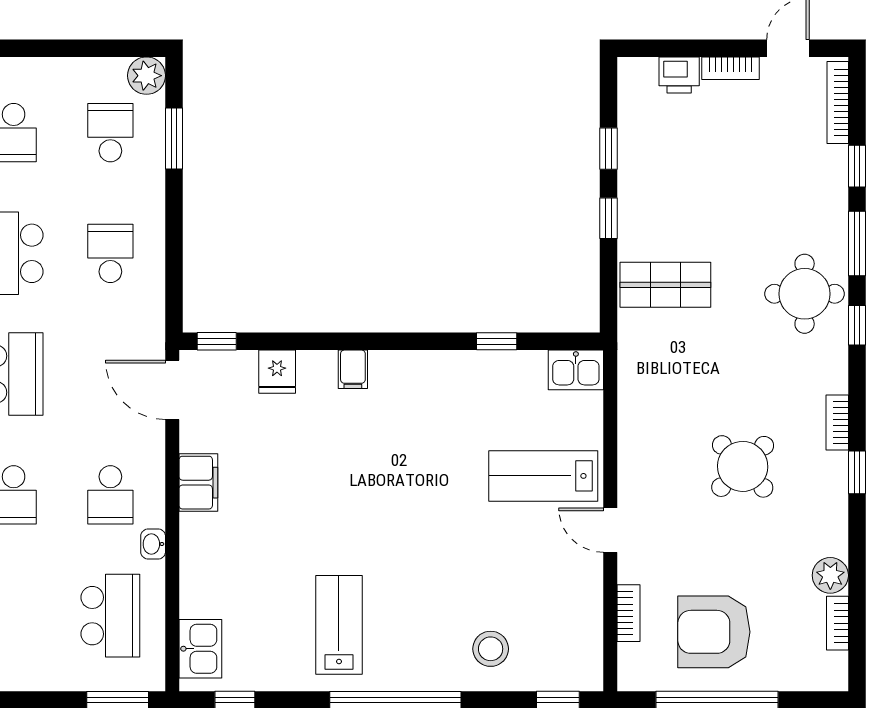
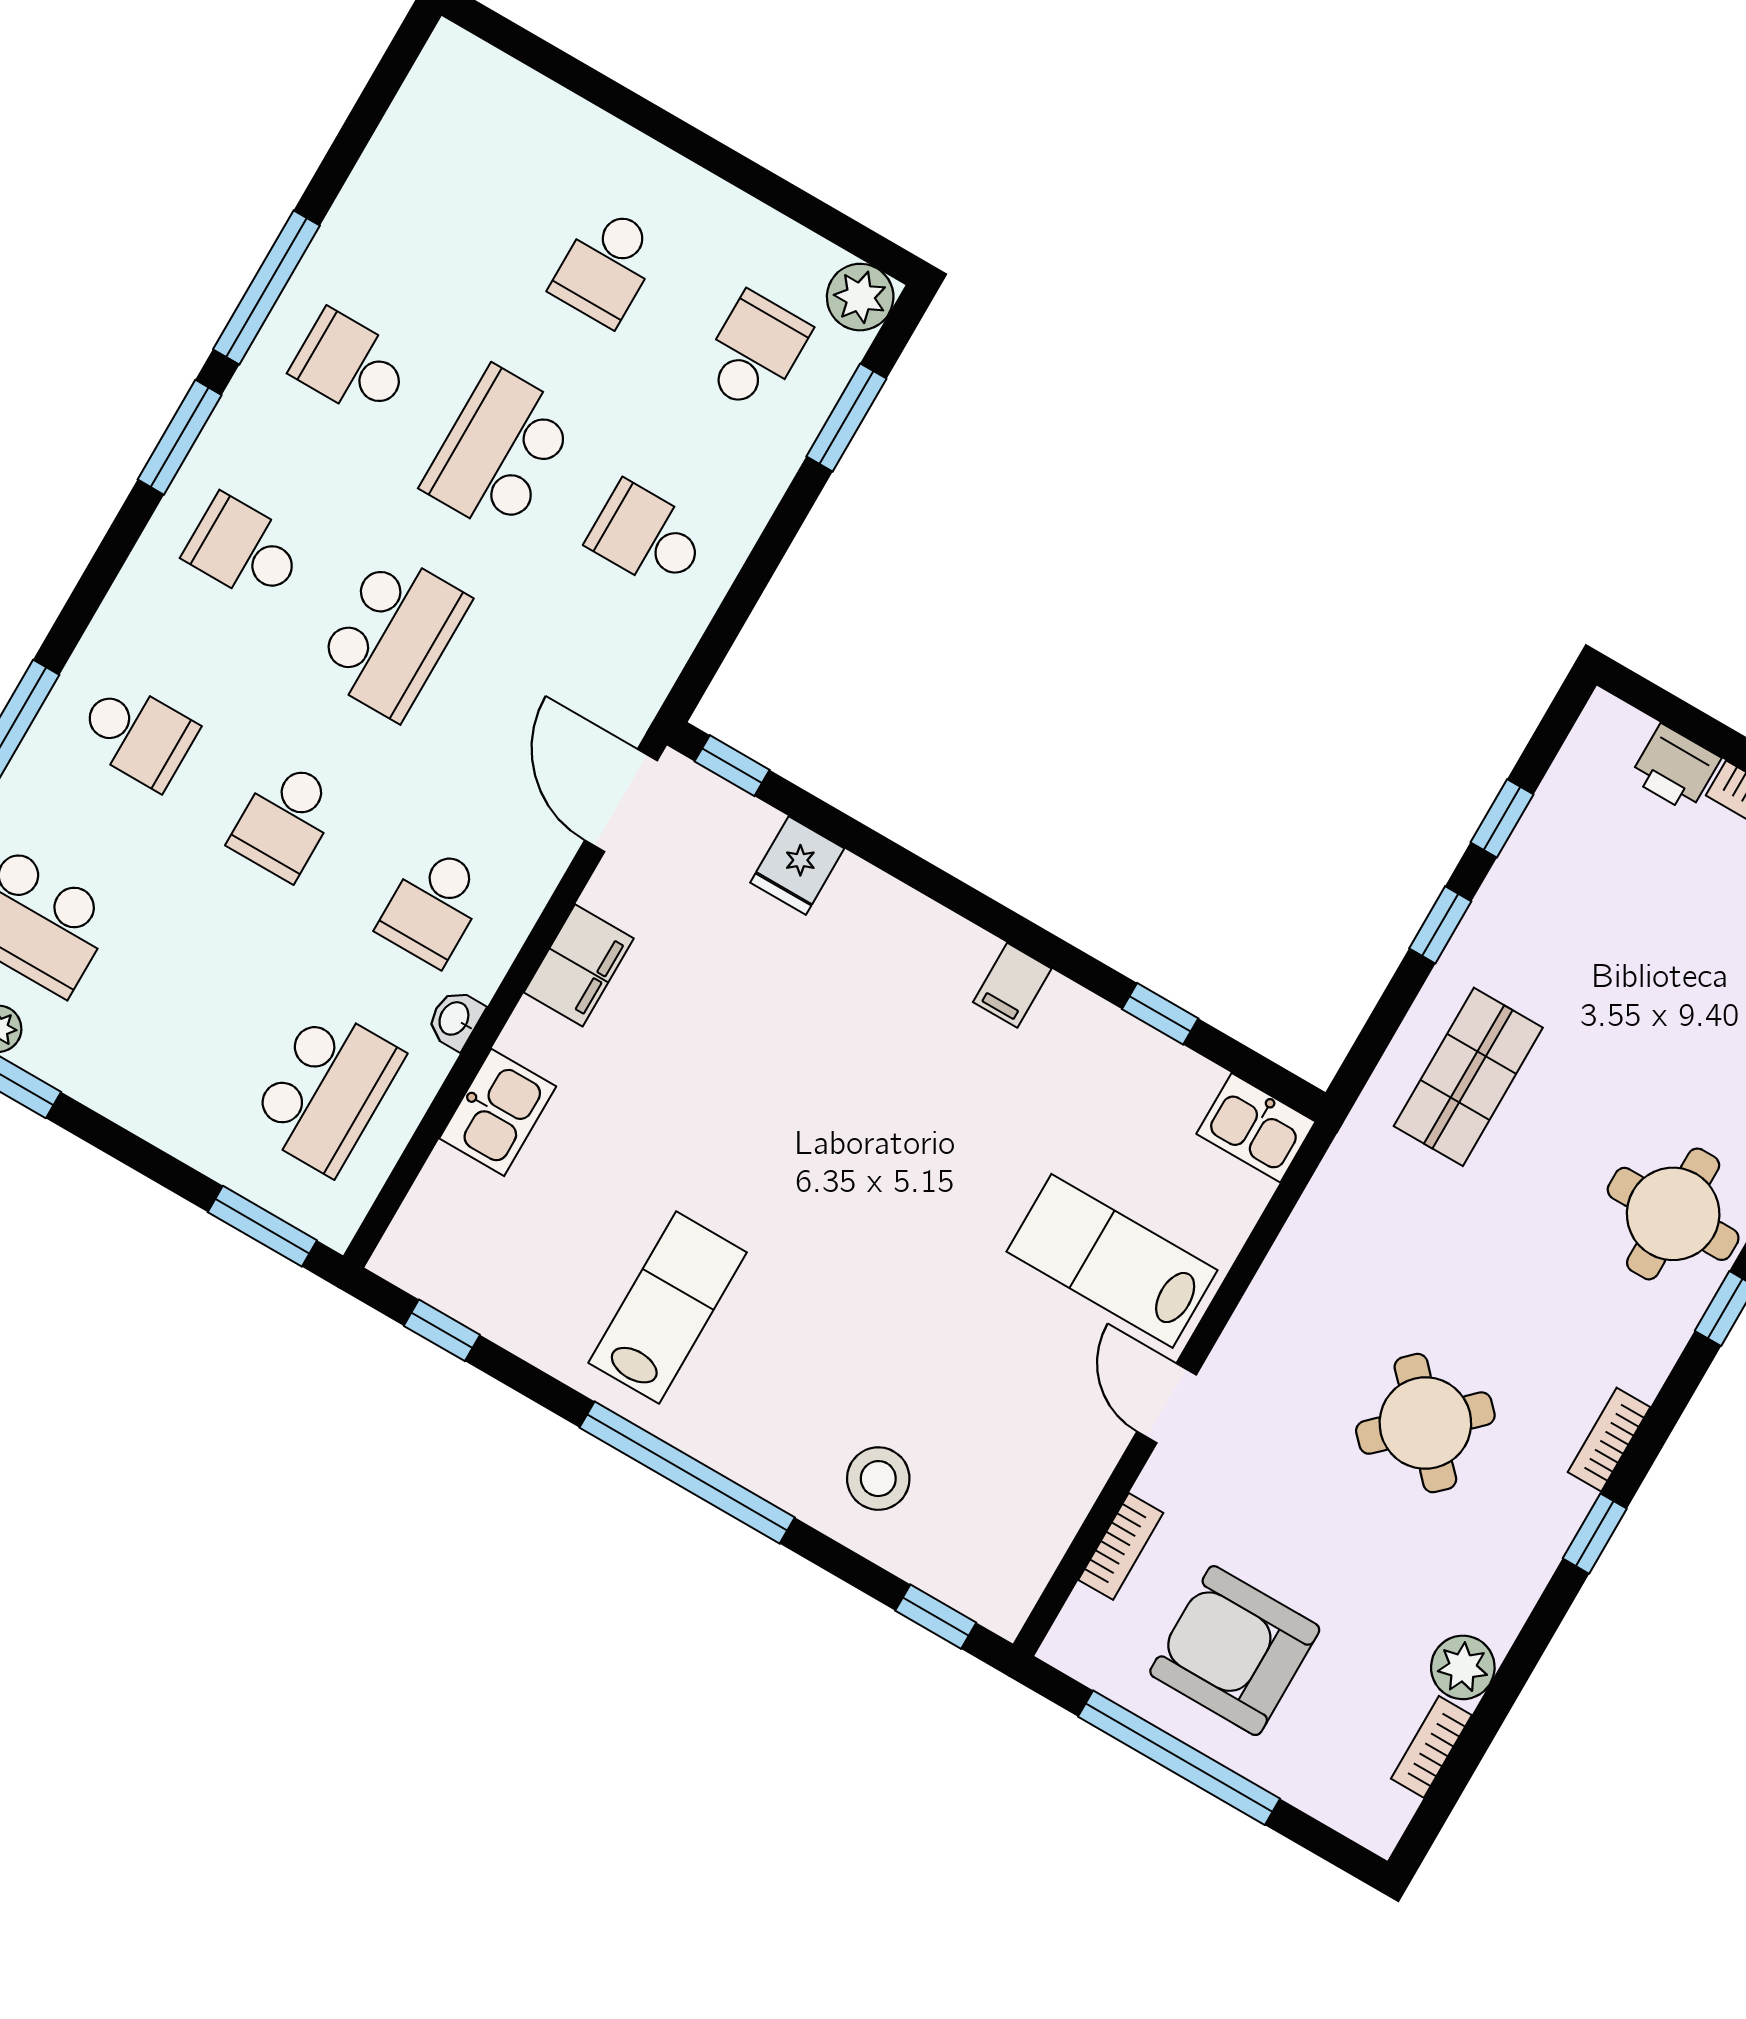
school desk: (110, 253) -> (647, 537), turned -90
shop shelf: (665, 285) -> (1468, 1077), turned 90
filing cabinet: (353, 369) -> (1012, 985), moved
kitchen sink: (200, 649) -> (498, 1112), moved

